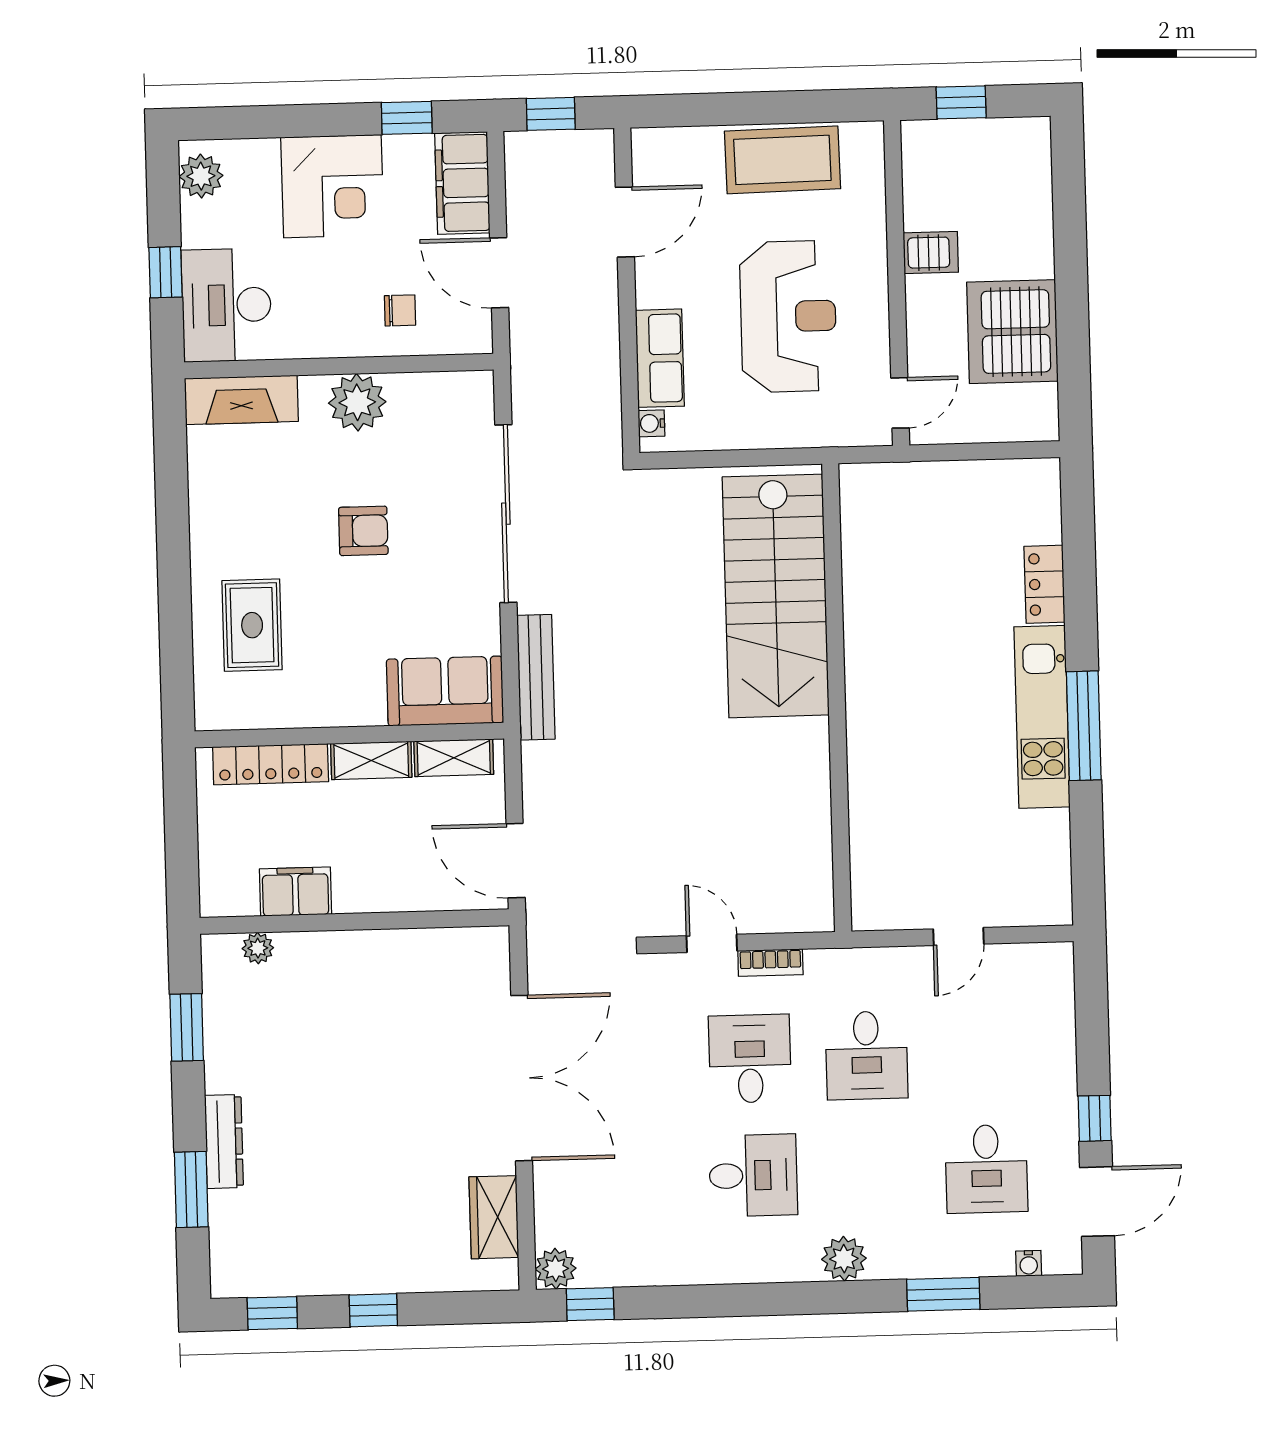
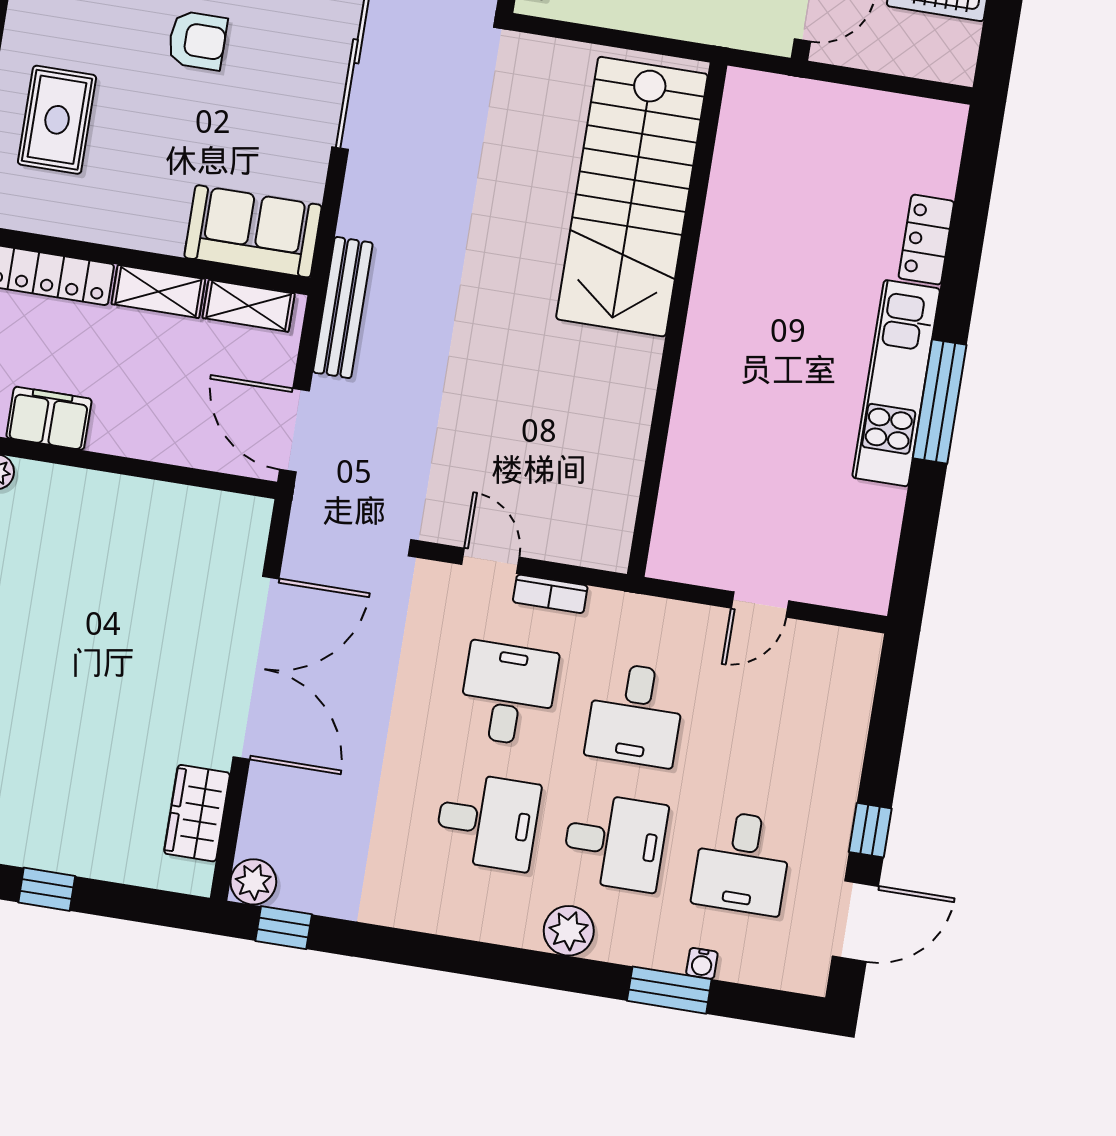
bench: (536, 677) -> (343, 308), moved
desk: (870, 1172) -> (615, 842), added
water cooler: (1029, 1263) -> (702, 963), moved

